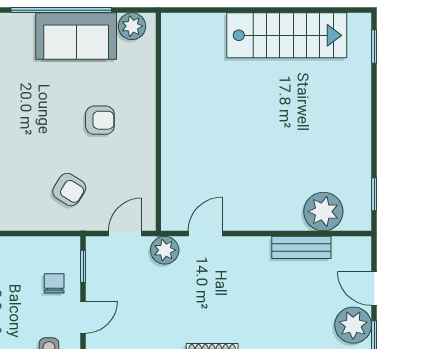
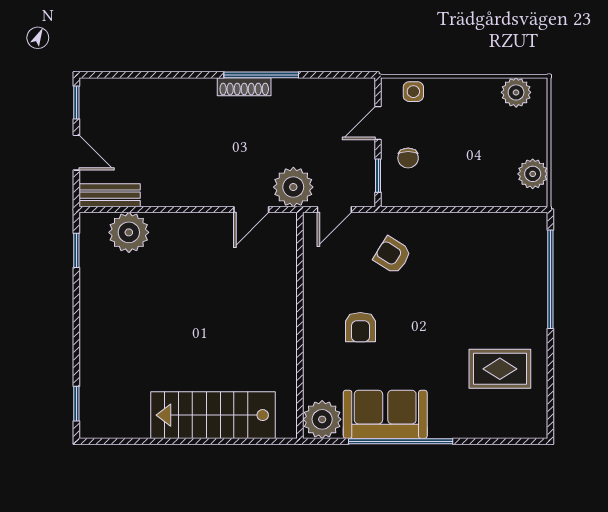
plant: (132, 26) -> (322, 419), width x1.36, depth x1.36
stairs: (287, 35) -> (213, 415), moved
armchair: (100, 120) -> (360, 327), turned -90
bench: (301, 247) -> (110, 195), moved
plant: (165, 250) -> (293, 187), width x1.36, depth x1.36
plant: (353, 325) -> (98, 115), removed

